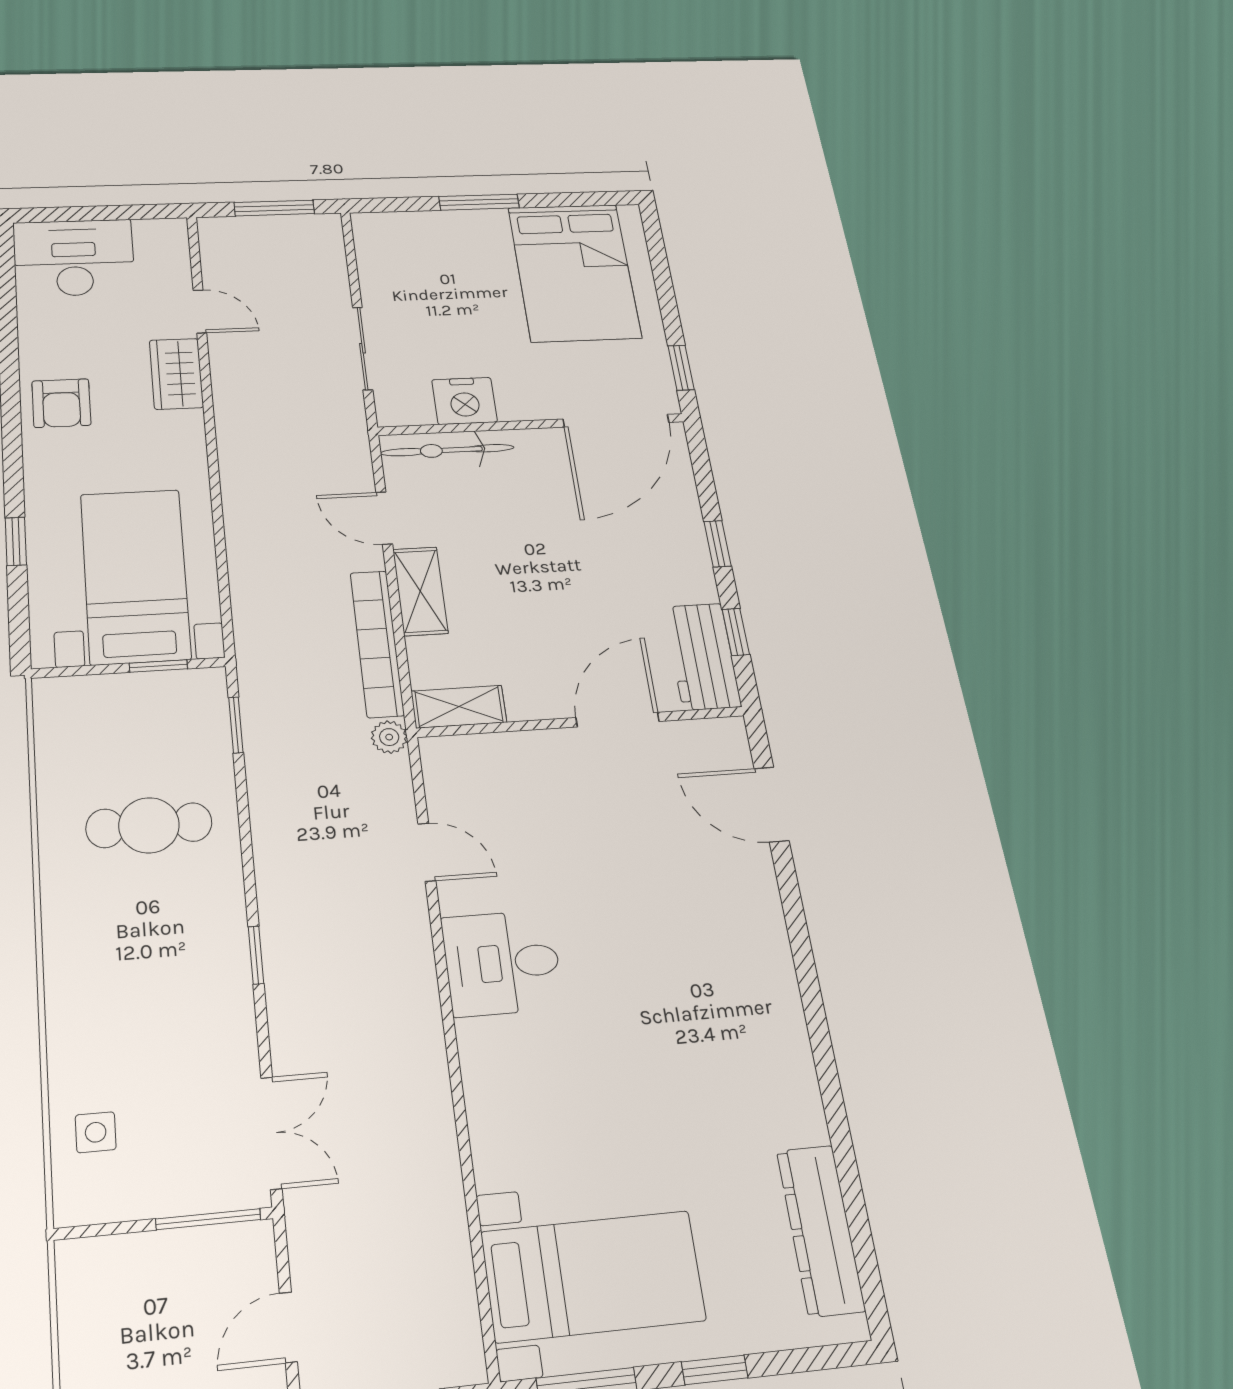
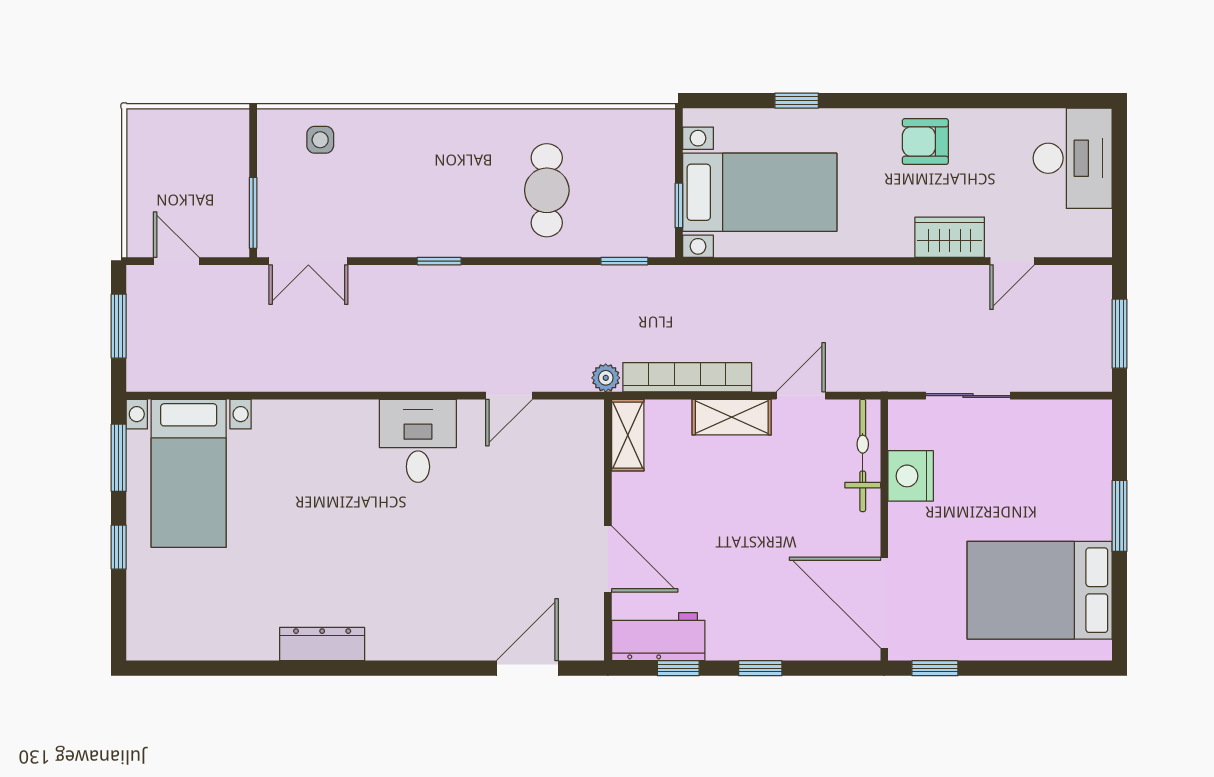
dresser: (821, 1230) -> (322, 644), moved, width x0.73, depth x0.80

